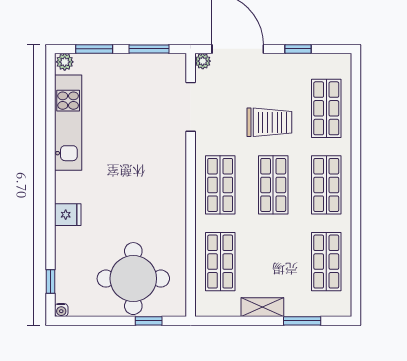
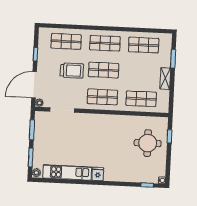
trolley: (269, 122) -> (72, 71), turned 90
fridge: (68, 215) -> (98, 174), moved
round table: (133, 279) -> (148, 143), width x0.73, depth x0.73

